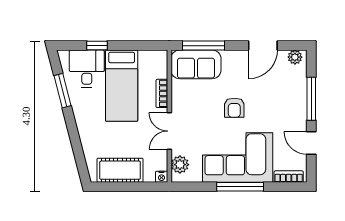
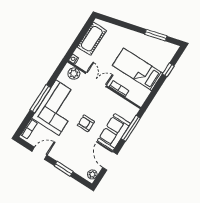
sofa: (196, 64) -> (114, 132), moved
desk: (87, 69) -> (159, 56), removed
window: (311, 99) -> (64, 169), width x0.69

